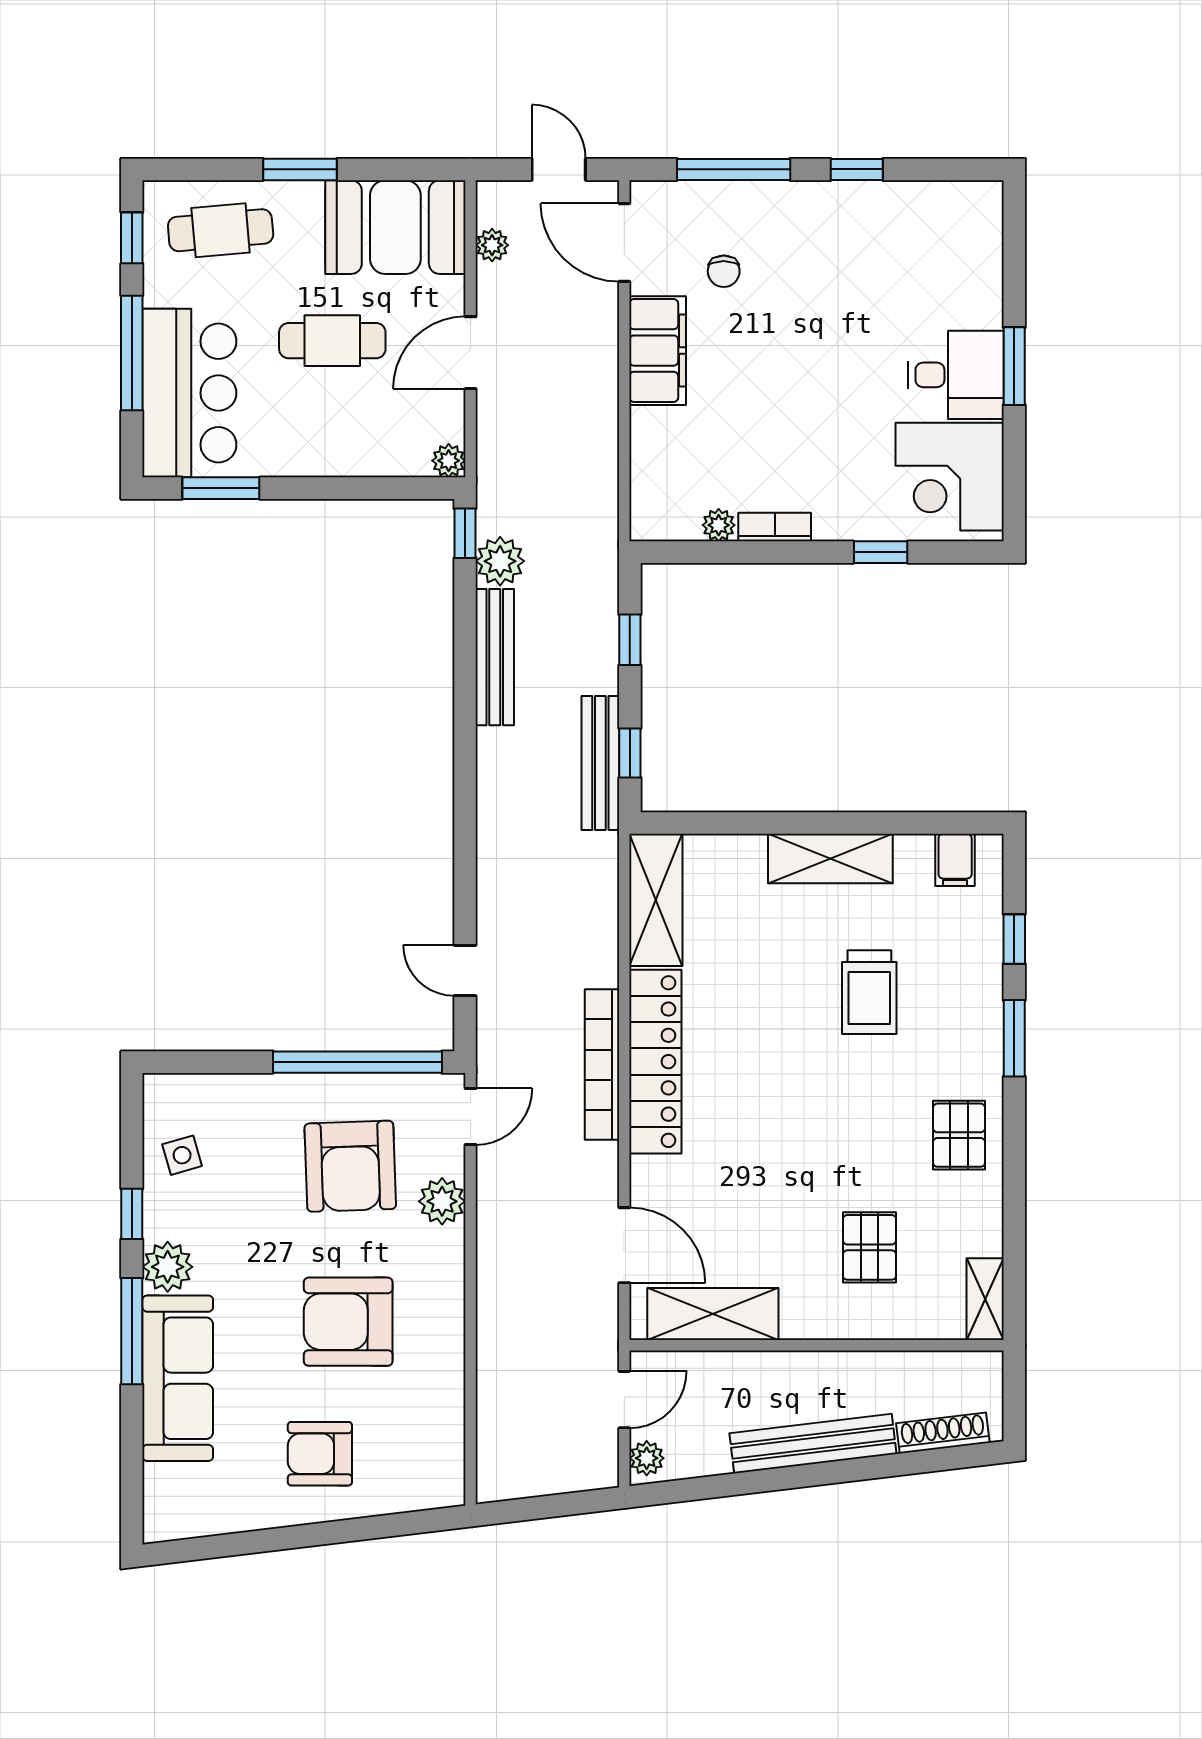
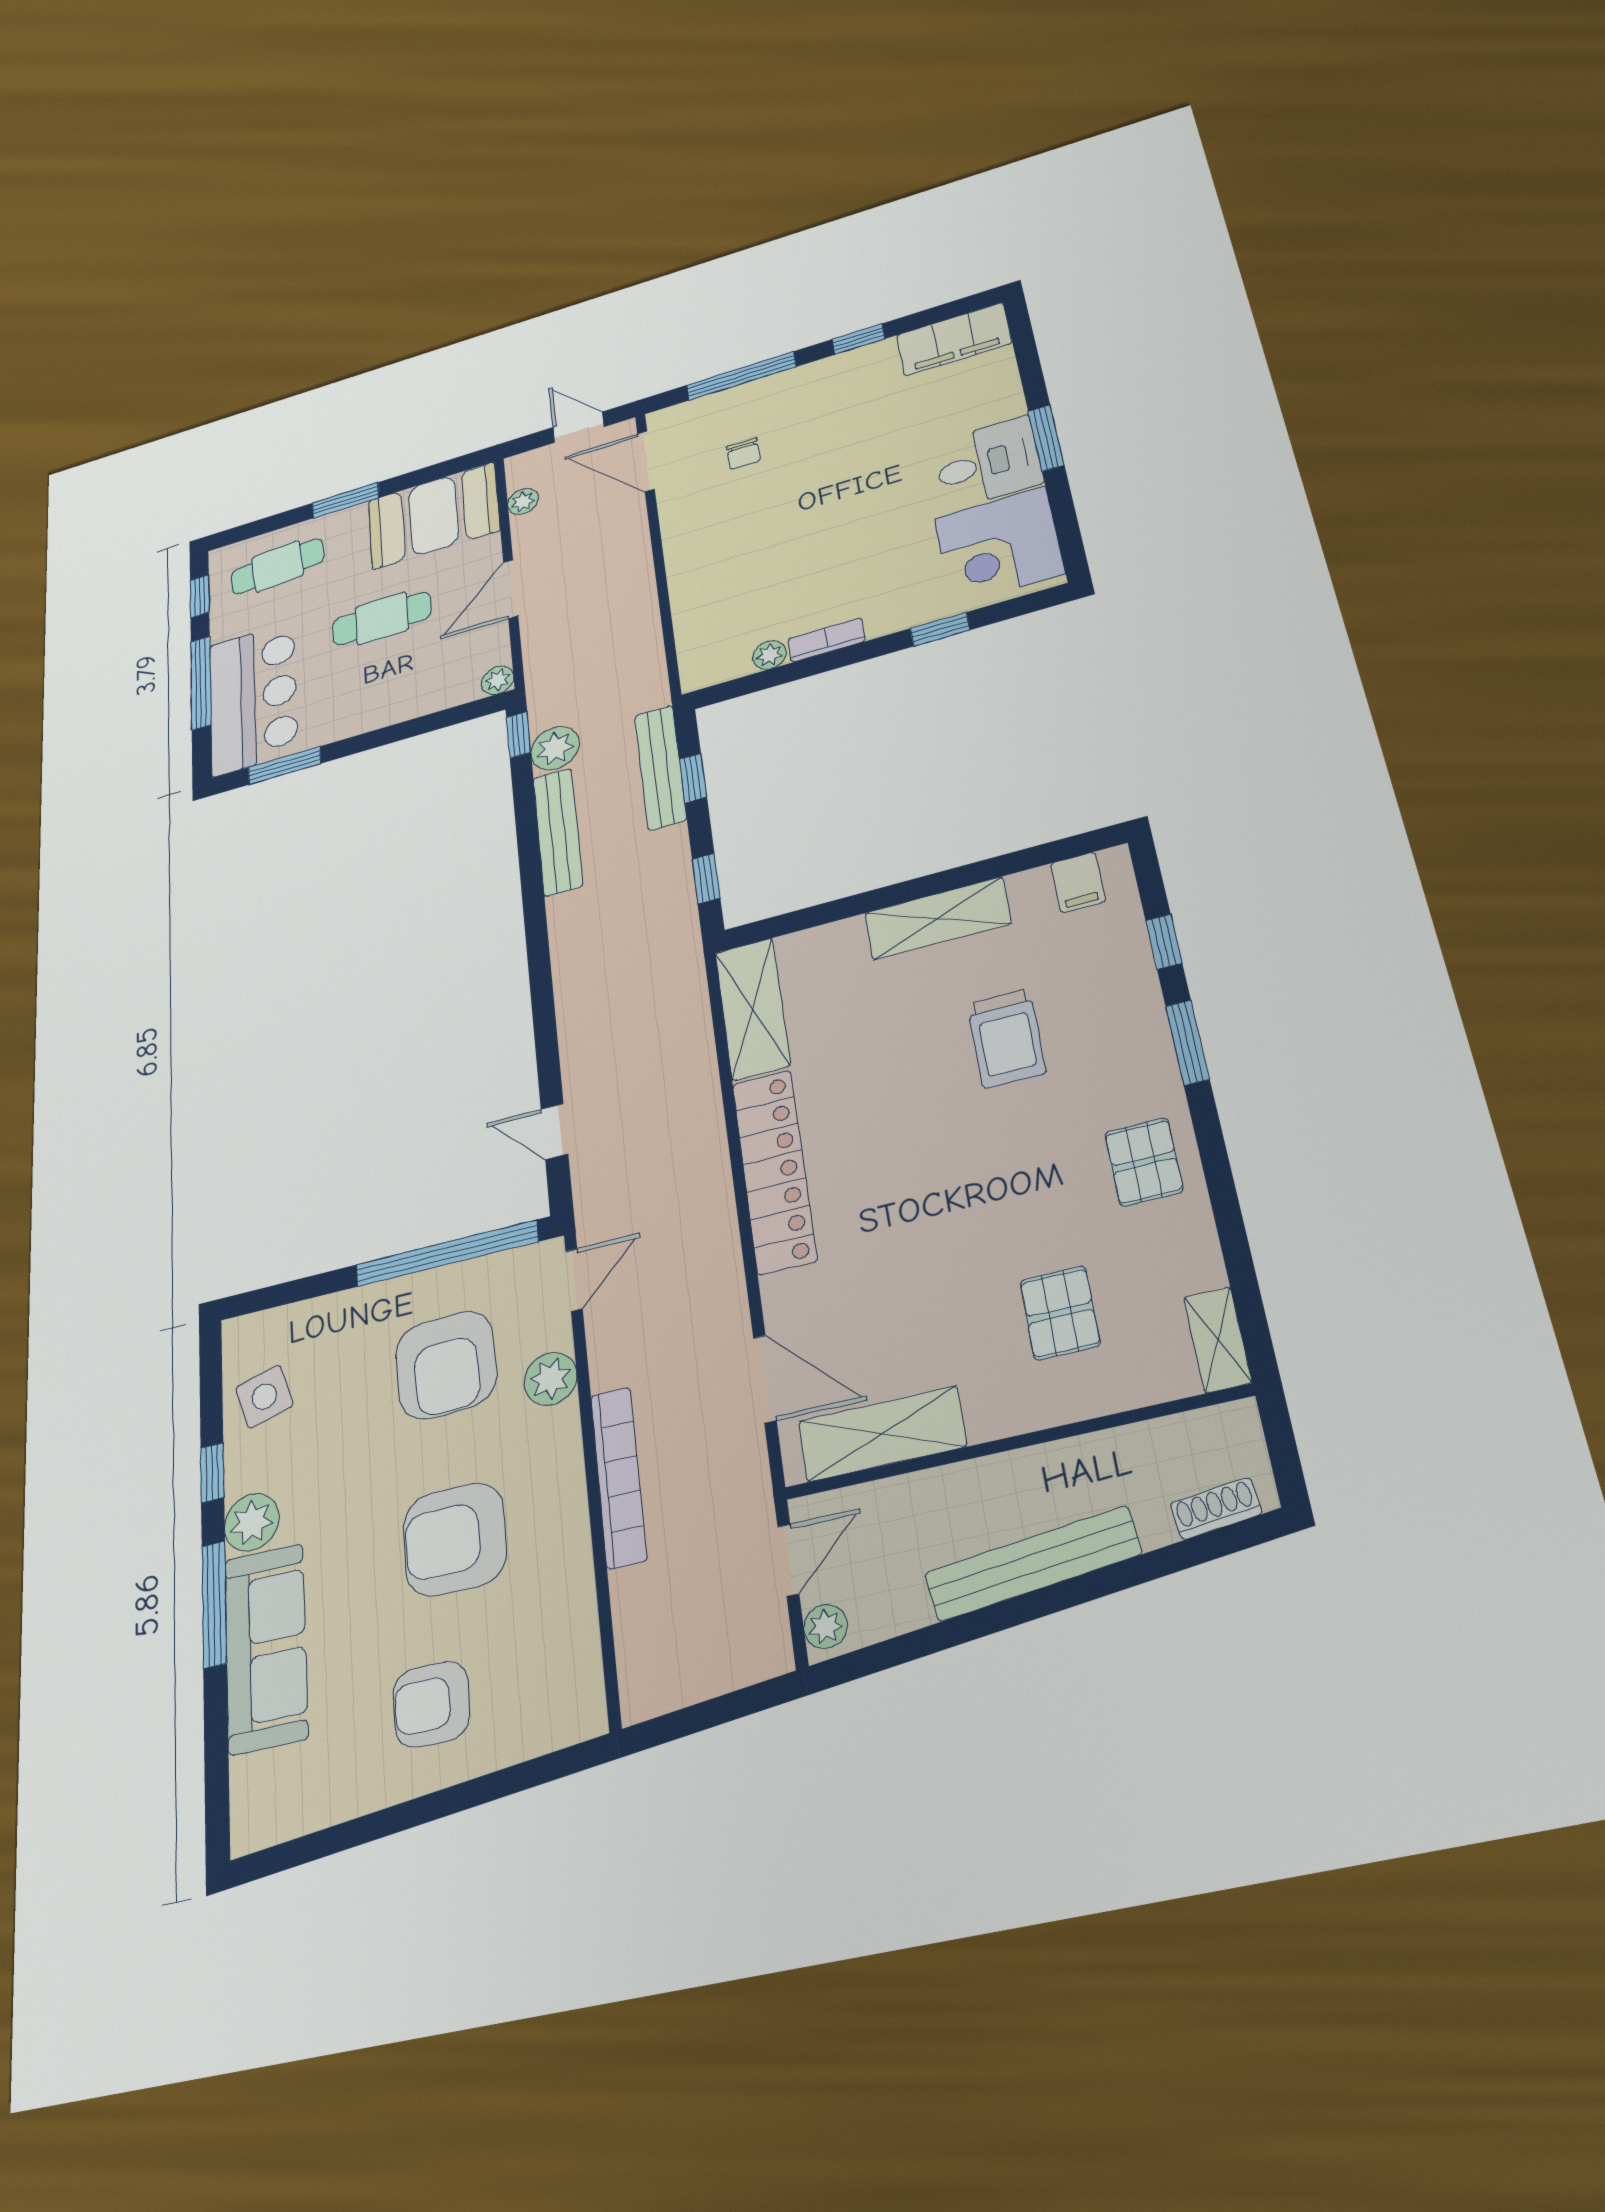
filing cabinet: (658, 351) -> (954, 339), moved, turned 90
bench: (600, 763) -> (660, 767), moved
bookcase: (602, 1065) -> (619, 1477), moved, turned 180
side table: (182, 1155) -> (264, 1397), width x1.37, depth x1.37
shoe rack: (943, 1433) -> (1216, 1509), width x0.70

